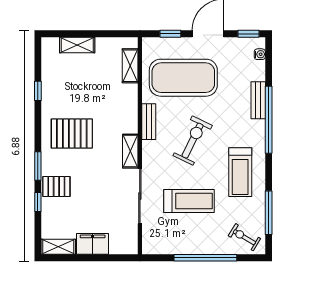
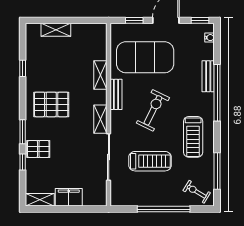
shelving: (130, 66) -> (100, 75), moved

